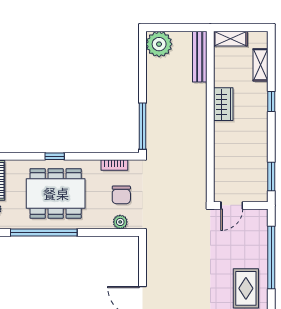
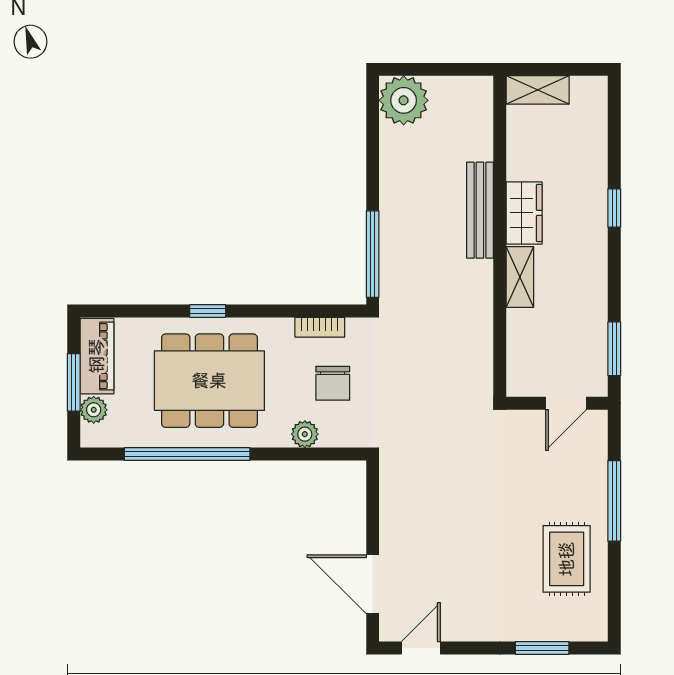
bench: (200, 57) -> (480, 210), moved
shelving: (261, 65) -> (520, 277), moved
door: (232, 205) -> (566, 403), moved
plant: (120, 222) -> (305, 434), moved
window: (271, 258) -> (614, 501), width x0.68

